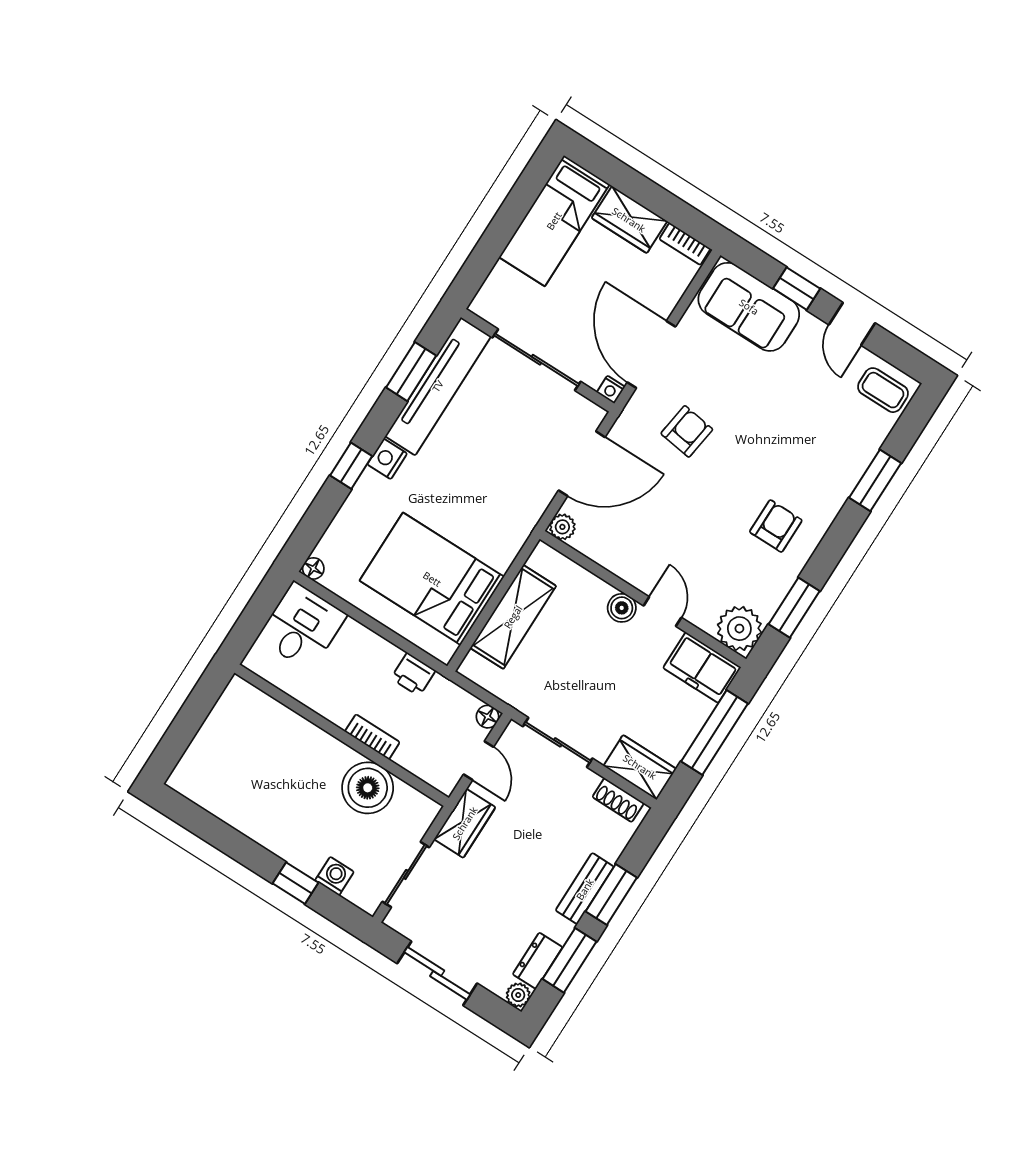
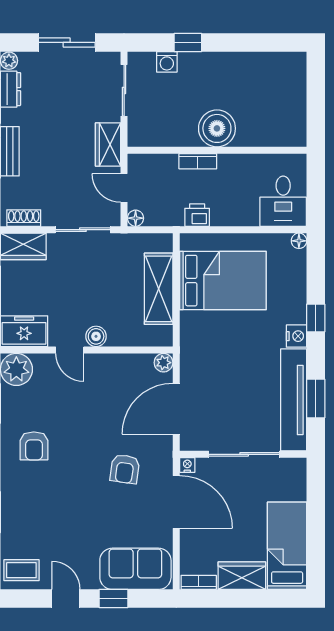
boiler: (368, 788) -> (217, 128), moved

